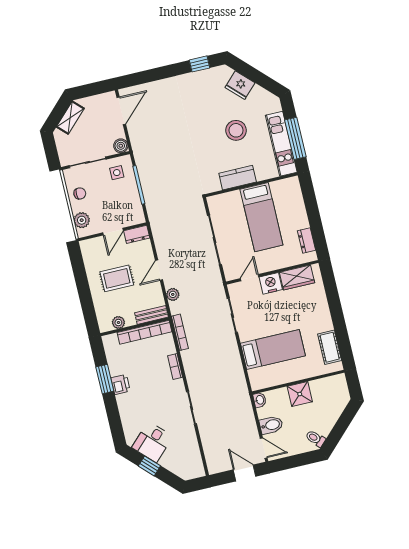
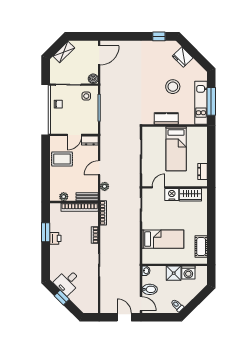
plant: (82, 220) -> (55, 122), removed
rug: (117, 278) -> (62, 159), moved
washing machine: (320, 388) -> (188, 272), added

